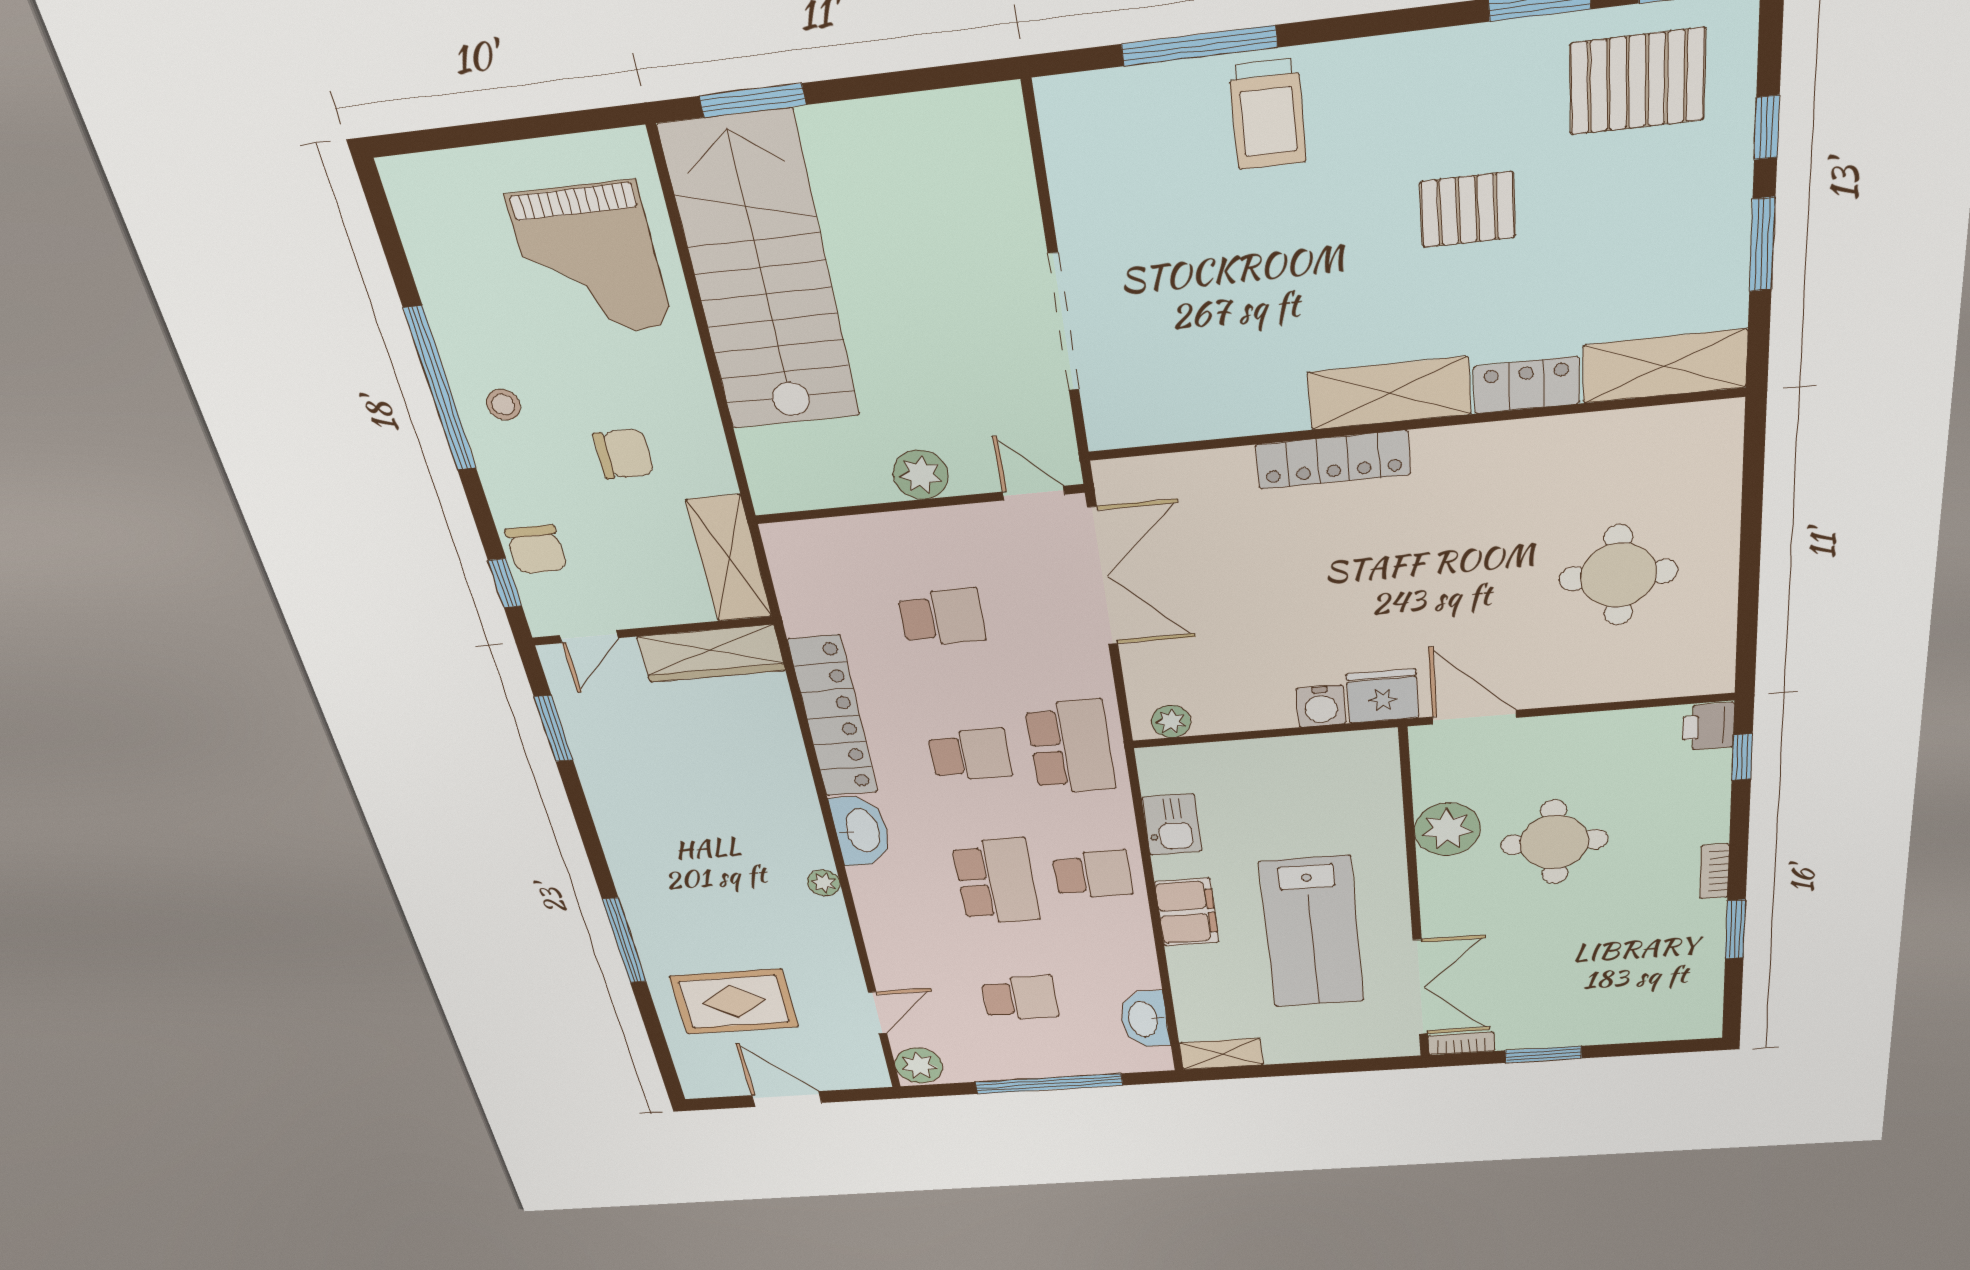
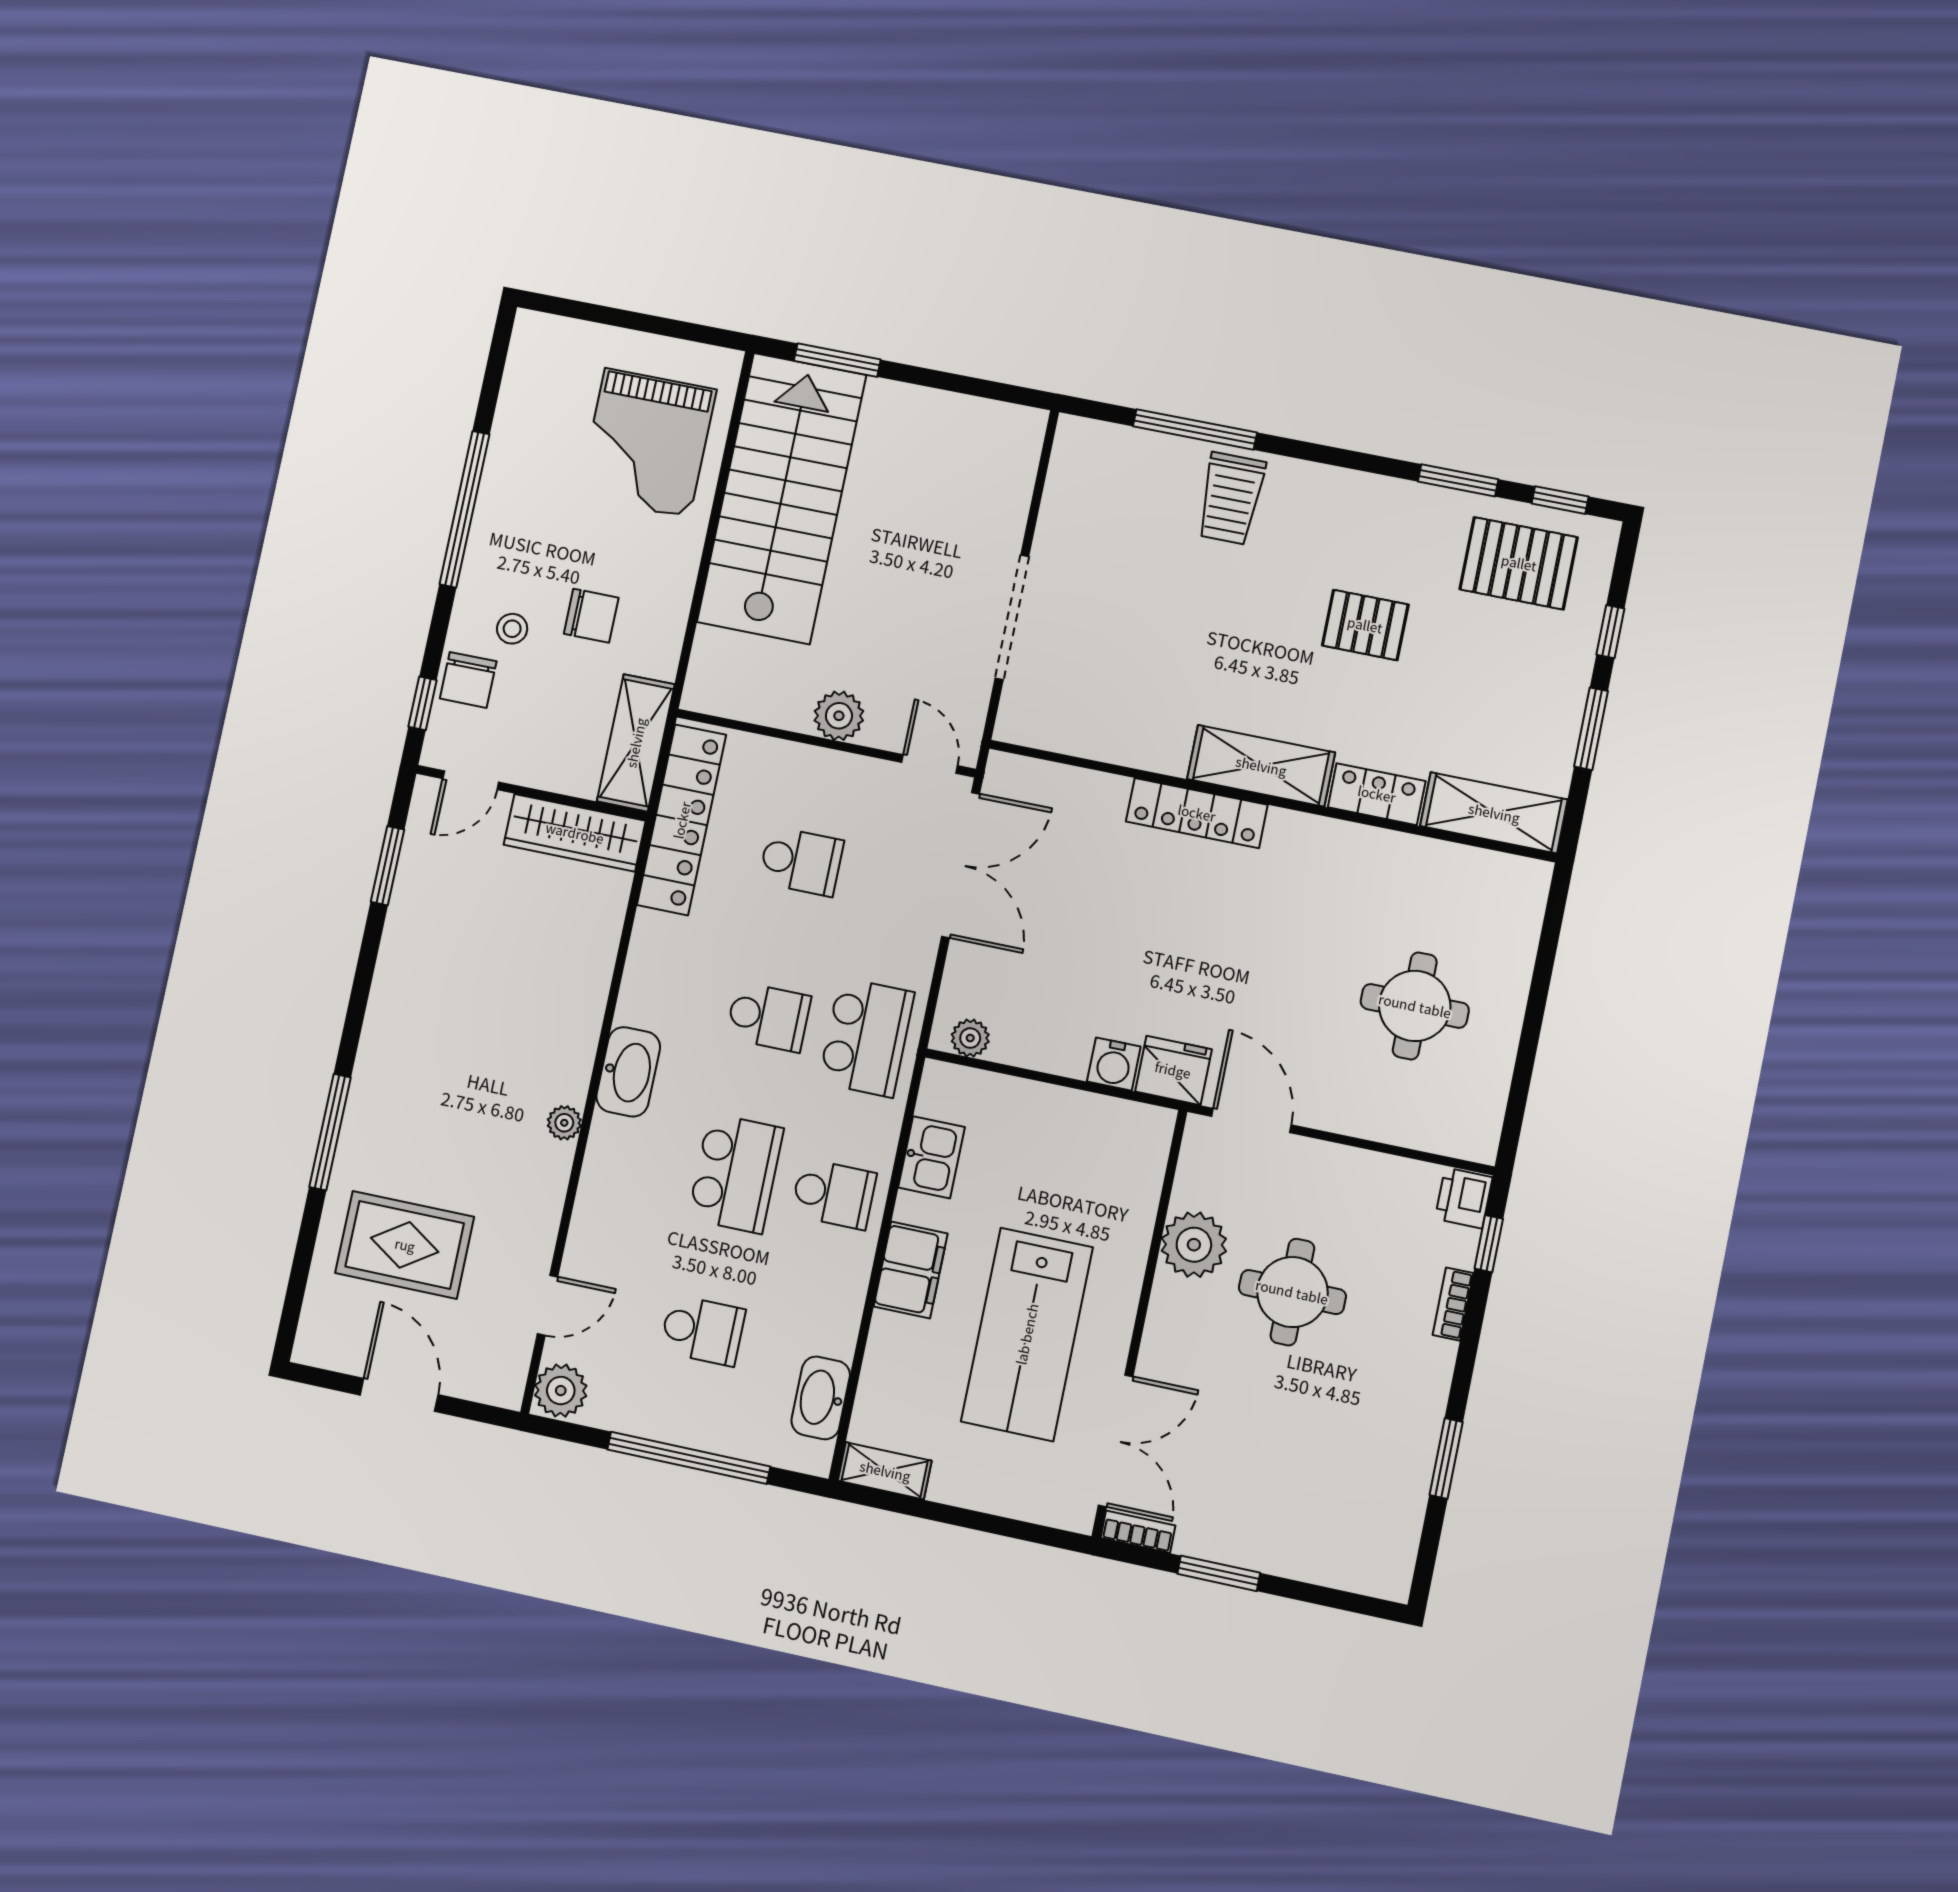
stool: (503, 405) -> (512, 629), moved
locker: (833, 717) -> (682, 820), moved
bookcase: (1714, 871) -> (1453, 1304), moved

